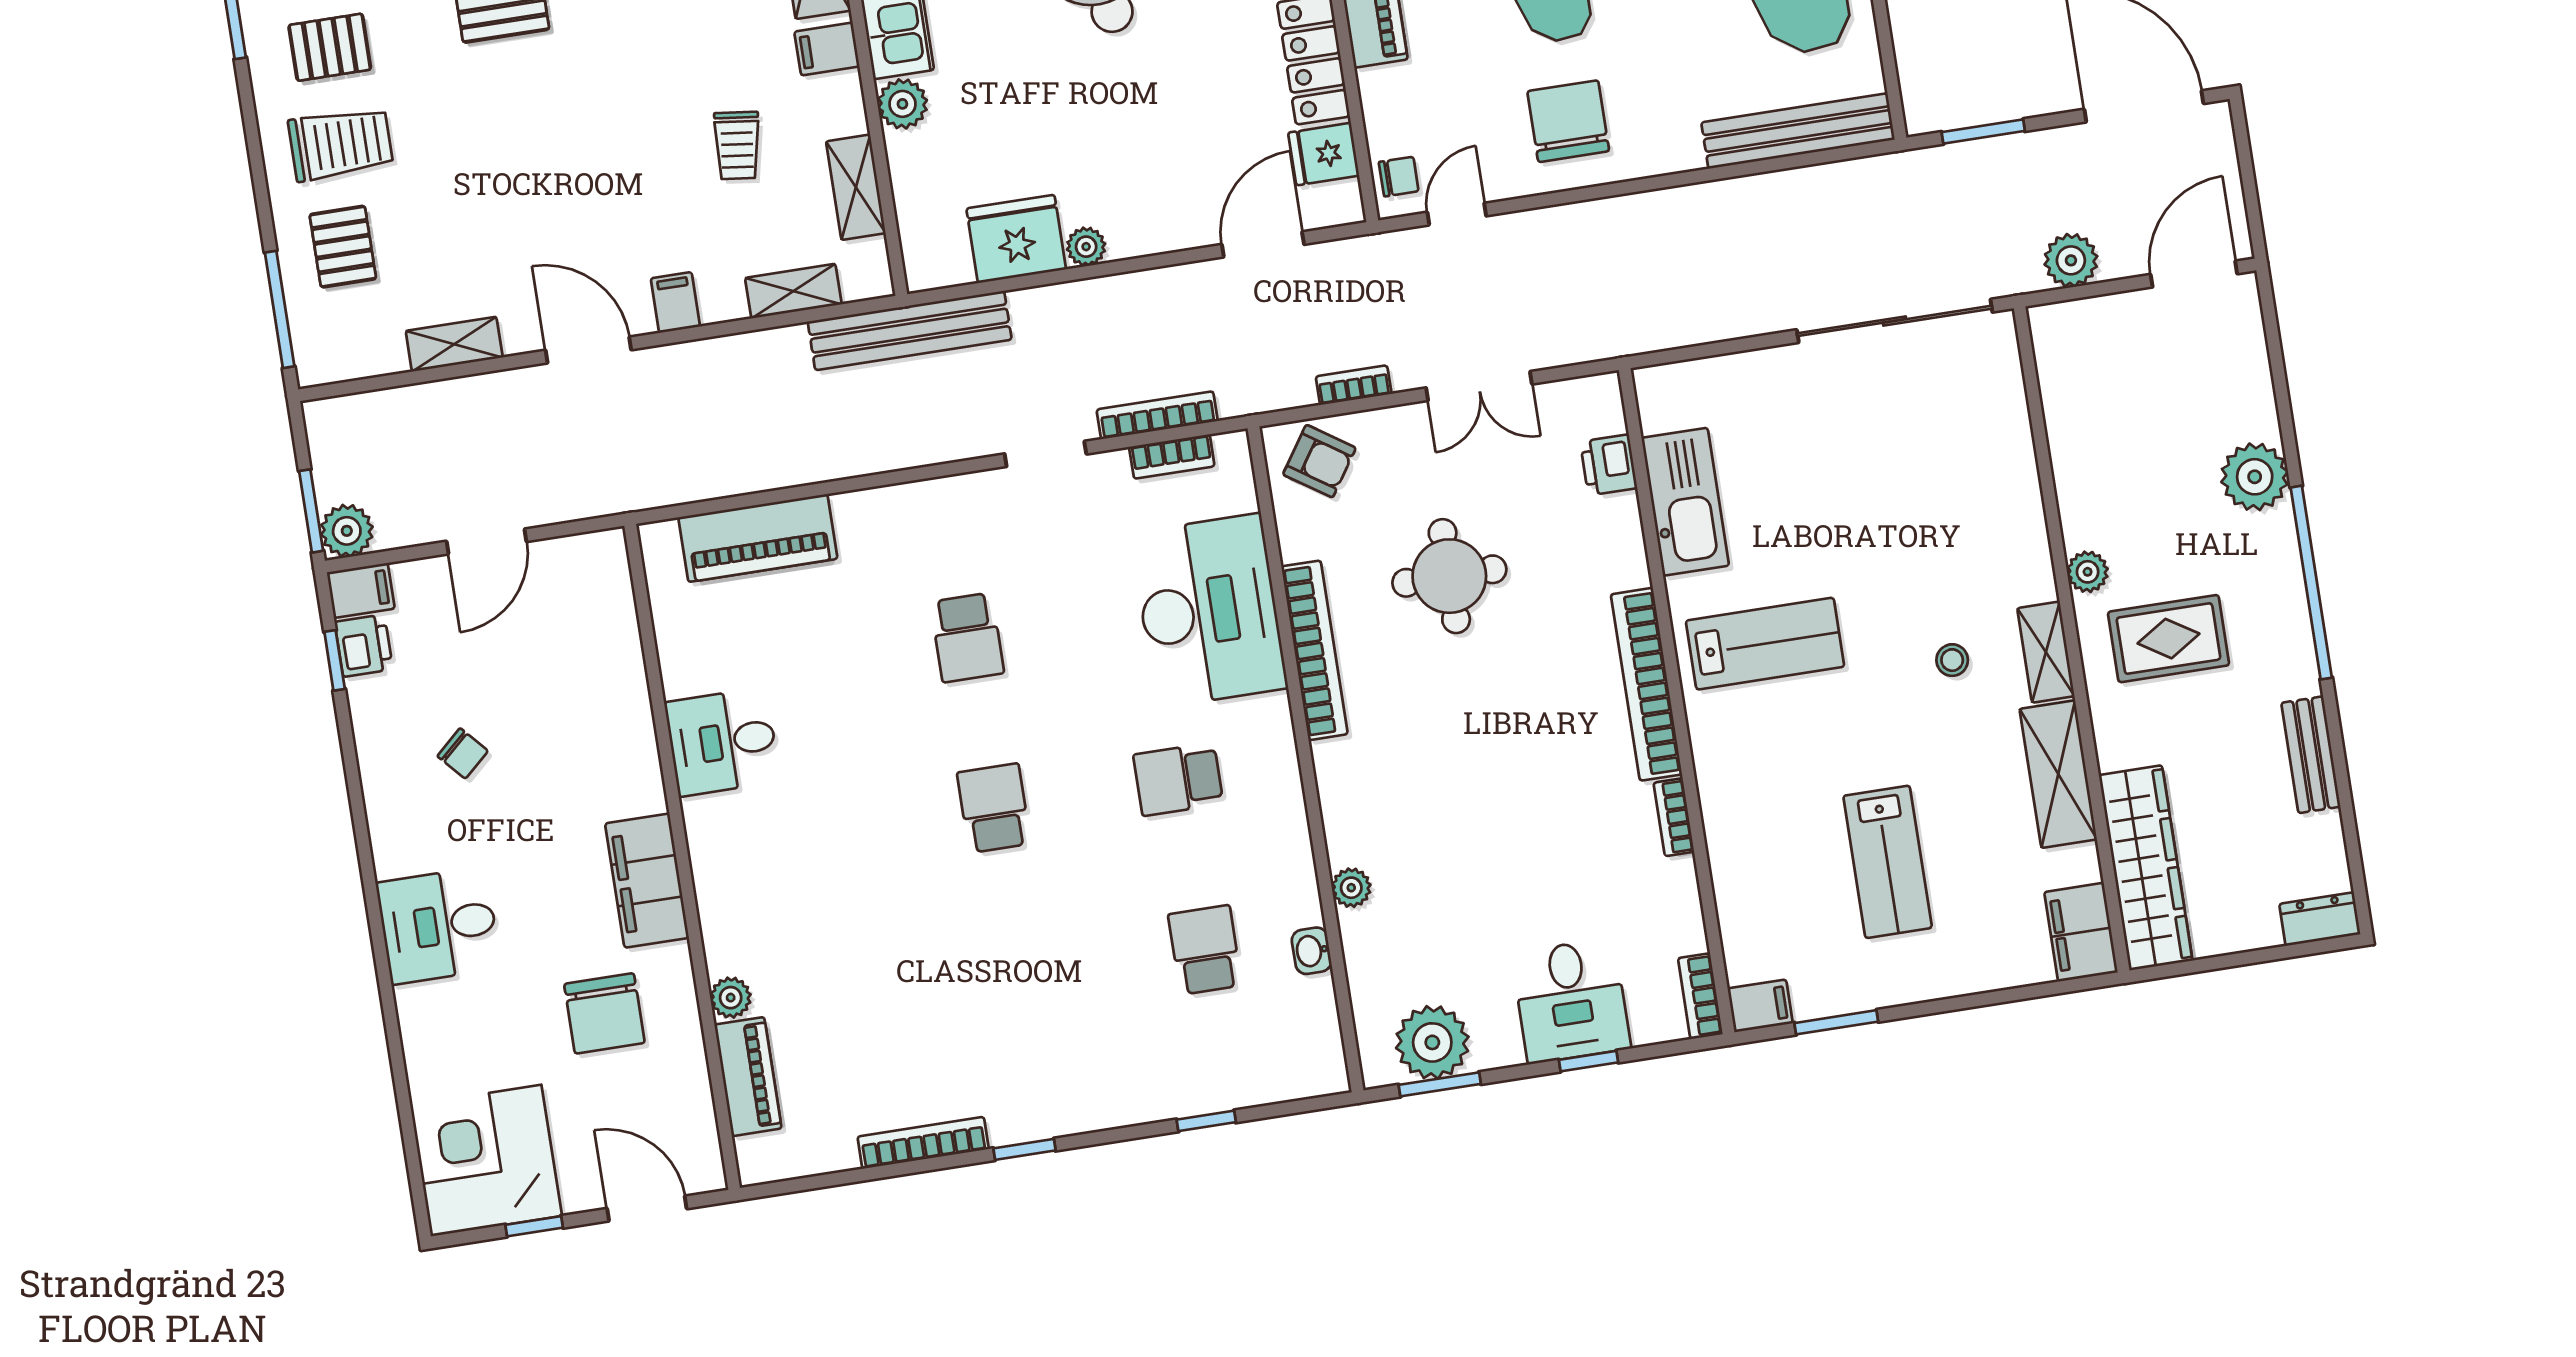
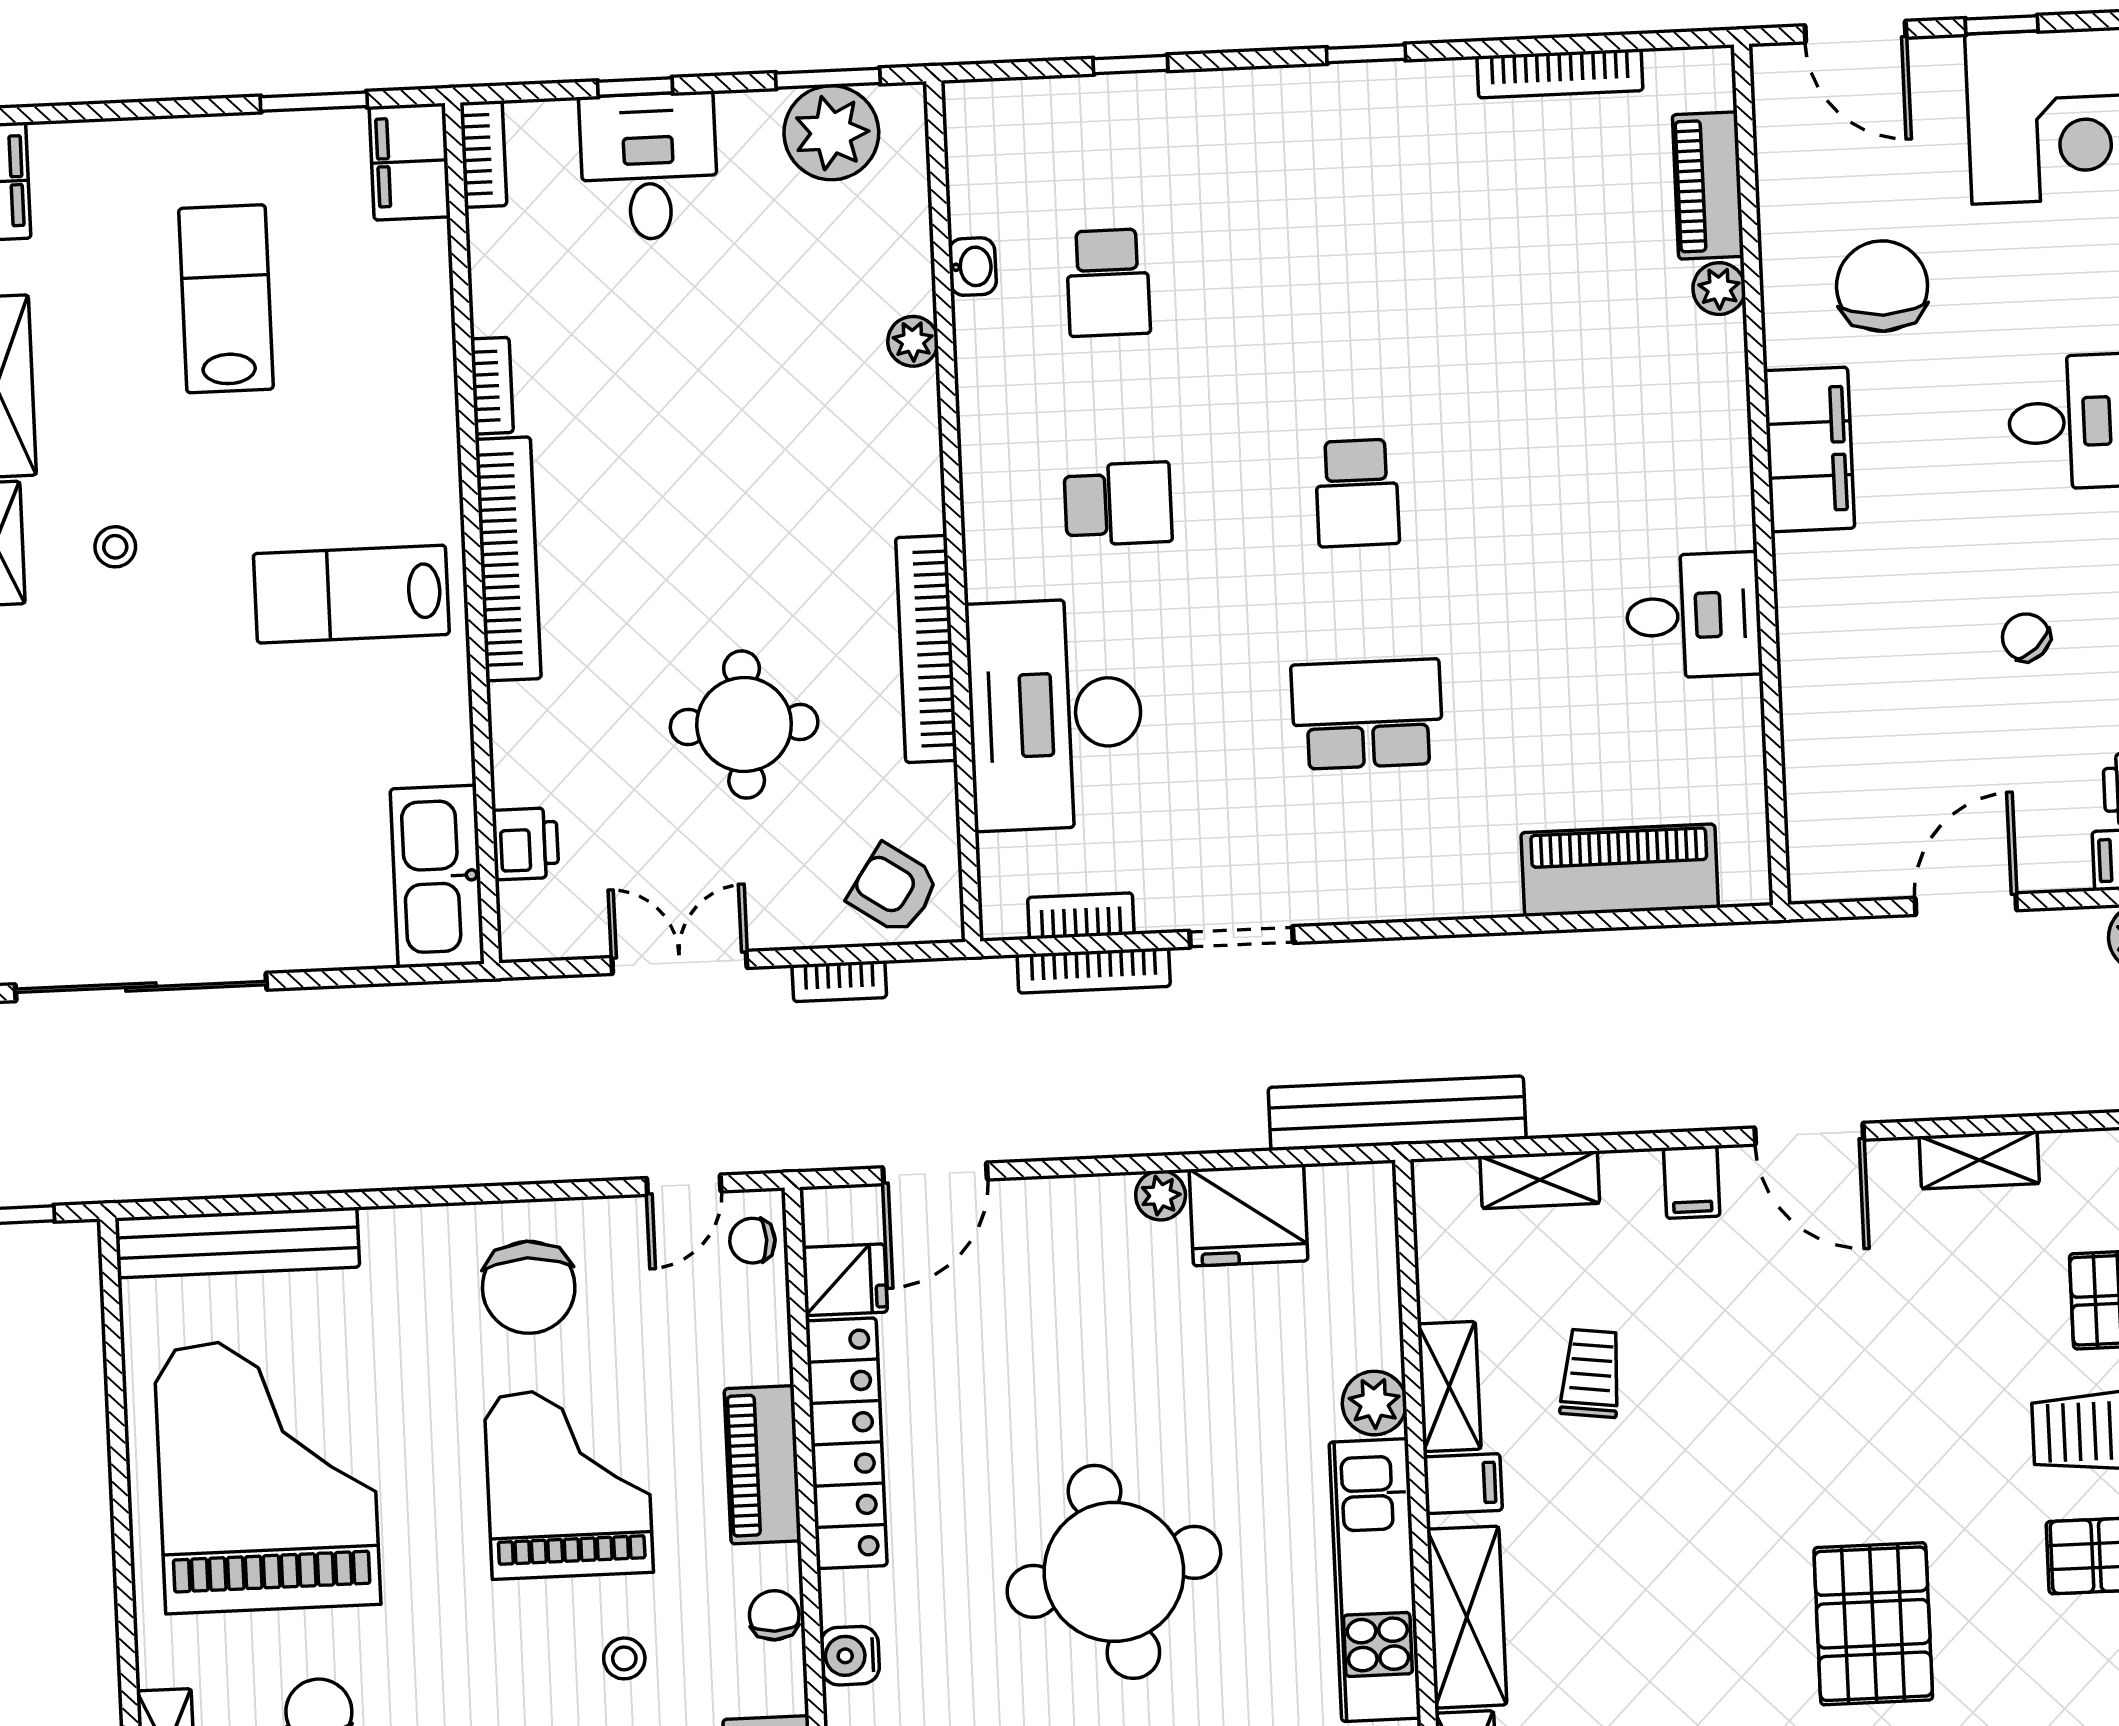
shelving: (856, 187) -> (1449, 1387), moved
kitchen sink: (1685, 502) -> (437, 876), moved
school desk: (967, 637) -> (1367, 714), width x1.85
filing cabinet: (1760, 1006) -> (410, 162), width x2.00
bookcase: (923, 1143) -> (1560, 73), moved

